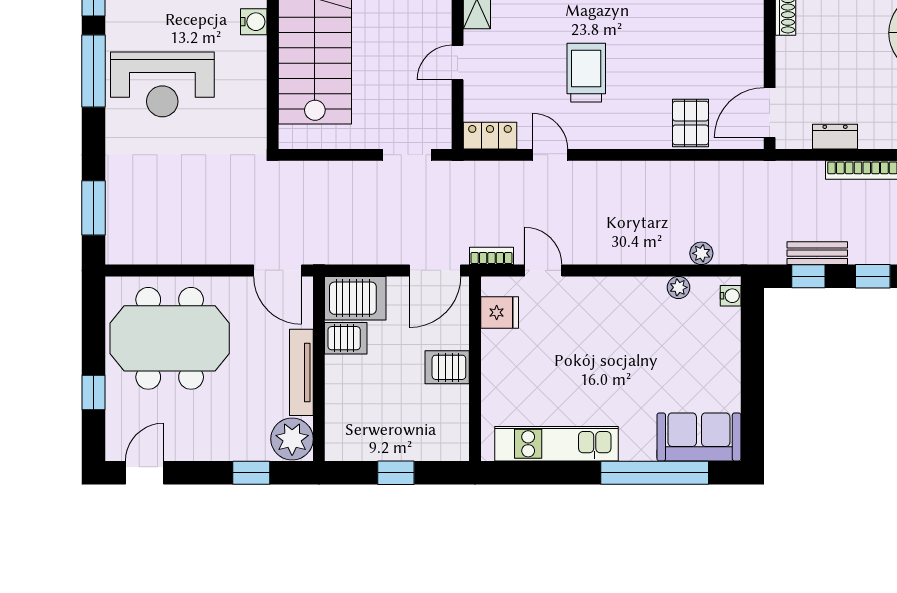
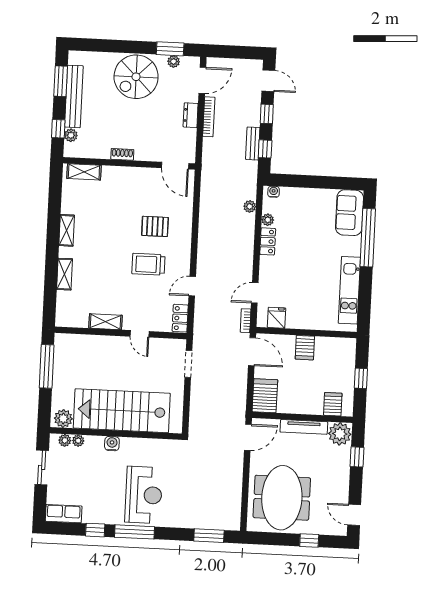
pallet: (691, 123) -> (155, 226), moved
dresser: (835, 137) -> (191, 115), moved
locker: (639, 289) -> (268, 241), added
server rack: (346, 338) -> (333, 404), moved

